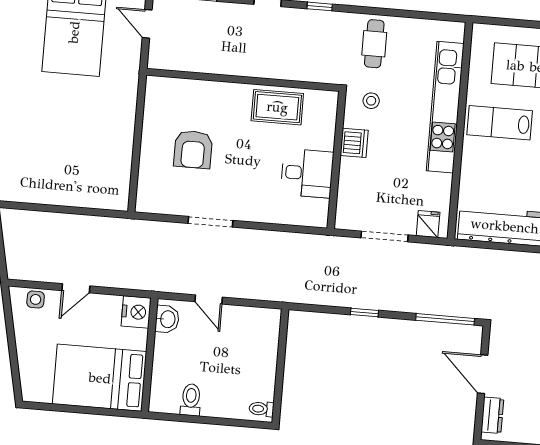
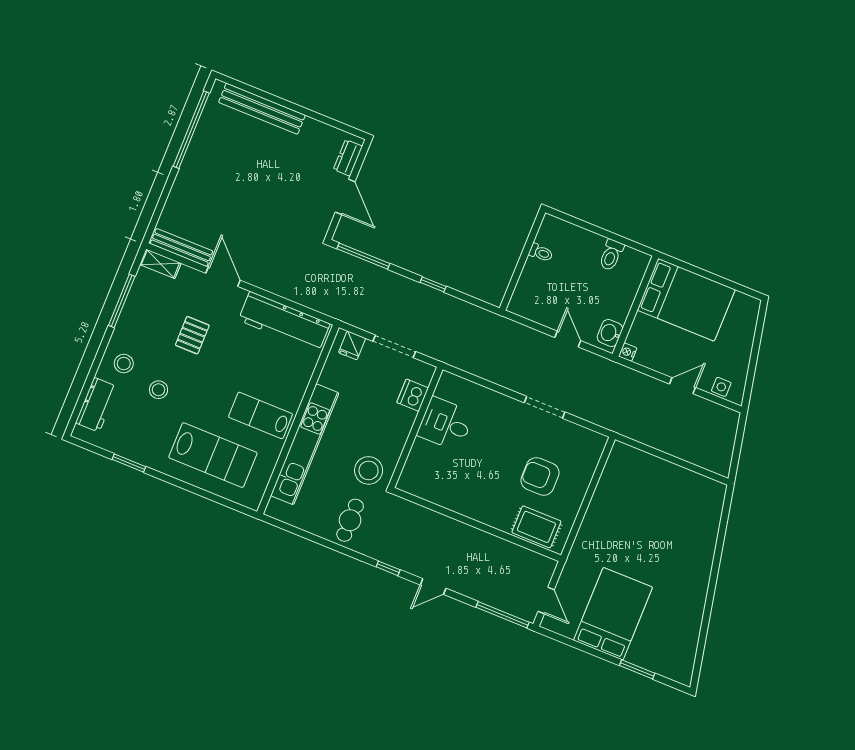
stool: (371, 101) -> (369, 470), width x1.89, depth x1.89
rug: (277, 107) -> (536, 527), moved
lab bench: (500, 123) -> (261, 415), turned 180
dishwasher: (354, 143) -> (413, 395), moved
armchair: (193, 149) -> (540, 476), turned -90
nightstand: (136, 312) -> (628, 352), width x0.53, depth x0.56
toilet: (261, 409) -> (541, 253), moved

